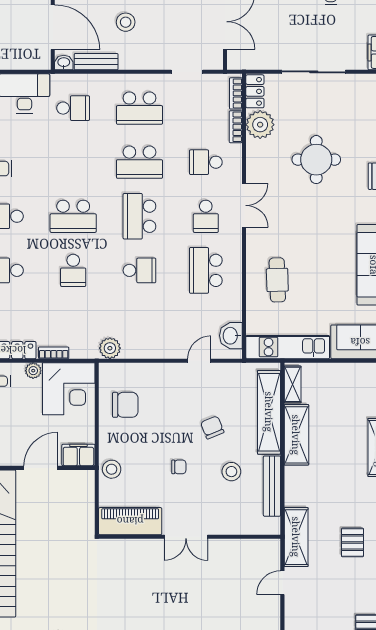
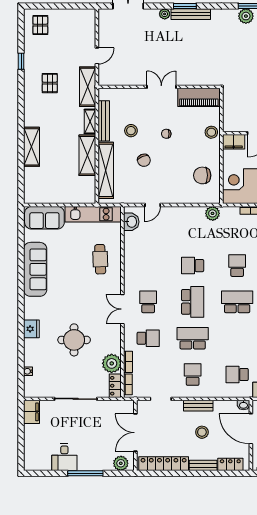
bench: (96, 62) -> (198, 406), moved
school desk: (139, 108) -> (193, 374), width x0.54
school desk: (206, 270) -> (148, 266), removed
shelving: (293, 384) -> (90, 121), moved

